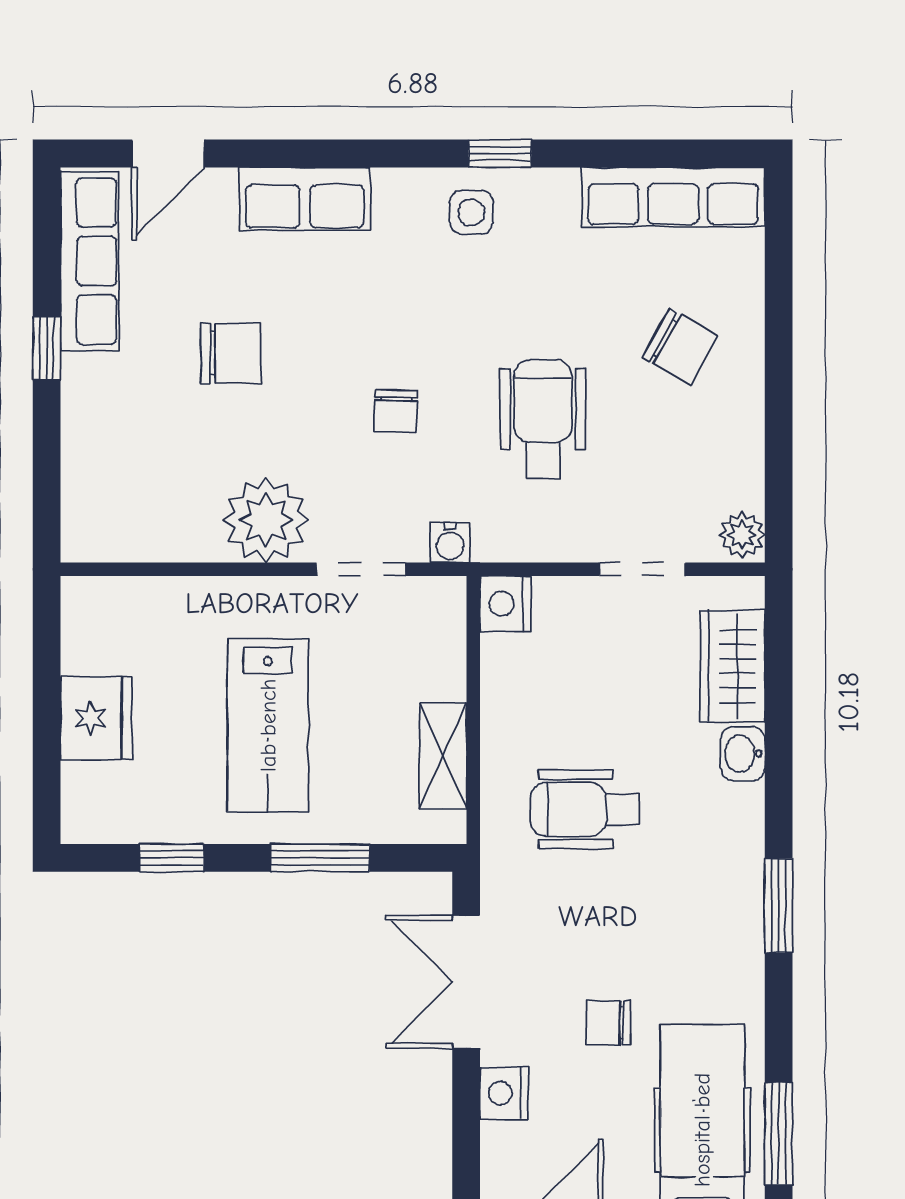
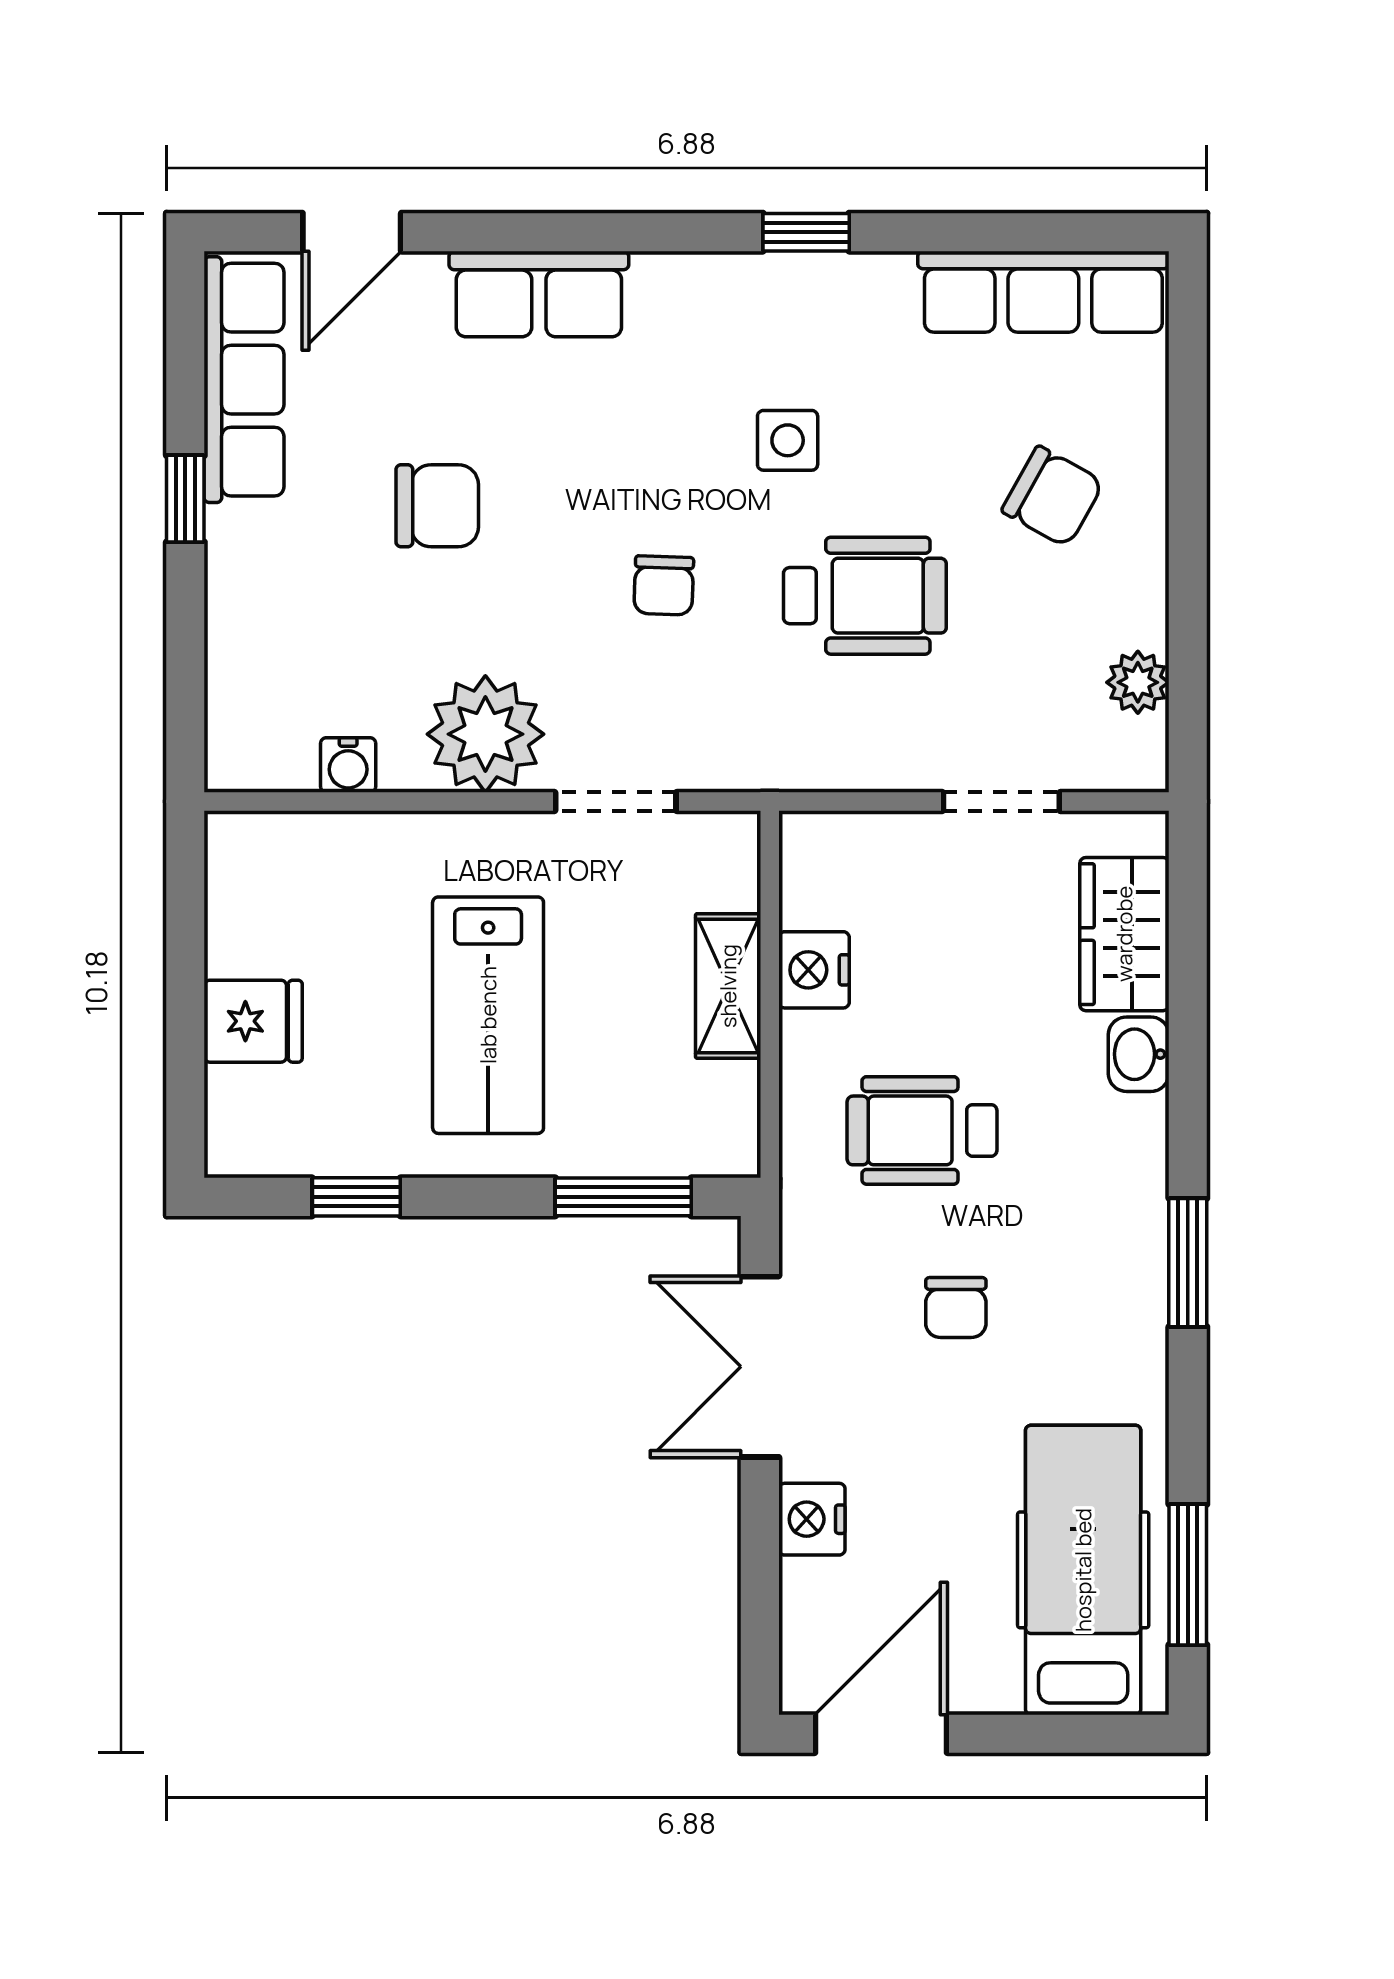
side table: (471, 212) -> (788, 440), moved
wheelchair: (543, 419) -> (865, 596), turned 90
plant: (742, 535) -> (1138, 682), moved
water cooler: (450, 543) -> (348, 765), moved
nightstand: (506, 604) -> (814, 970), moved
fridge: (96, 718) -> (253, 1021), width x0.72
shelving: (443, 756) -> (728, 986), moved
window: (320, 858) -> (623, 1197), moved
chair: (608, 1023) -> (956, 1308), moved, turned -90

